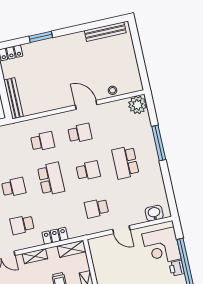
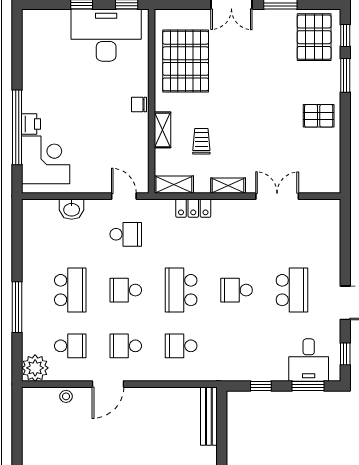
door: (86, 105) -> (108, 384), hinge flipped
washbasin: (154, 213) -> (72, 209), moved
school desk: (22, 225) -> (70, 346), moved
door: (121, 230) -> (124, 196), moved

